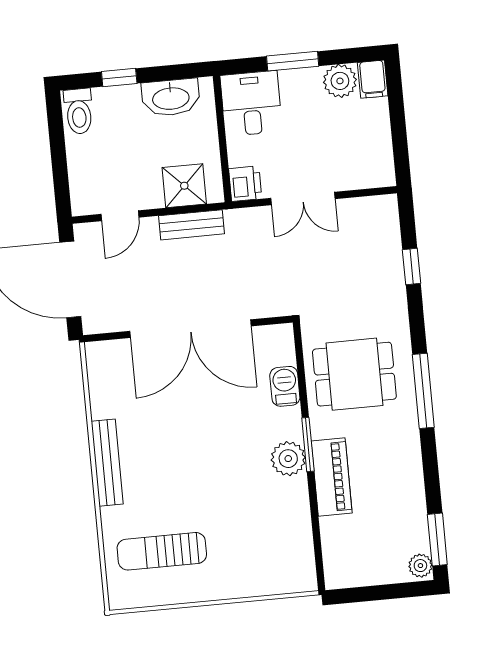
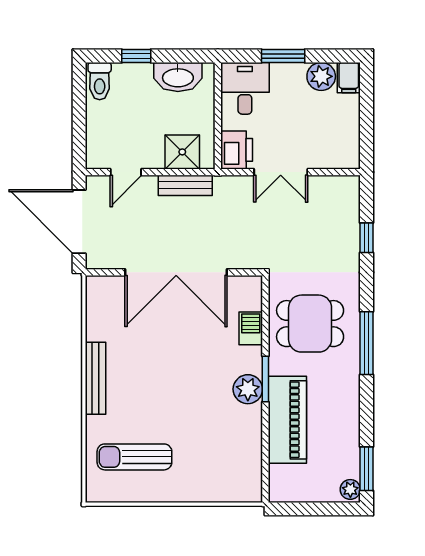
printer: (245, 184) -> (237, 150), width x1.36, depth x1.24
piano: (332, 477) -> (287, 420), width x1.37, depth x1.33

